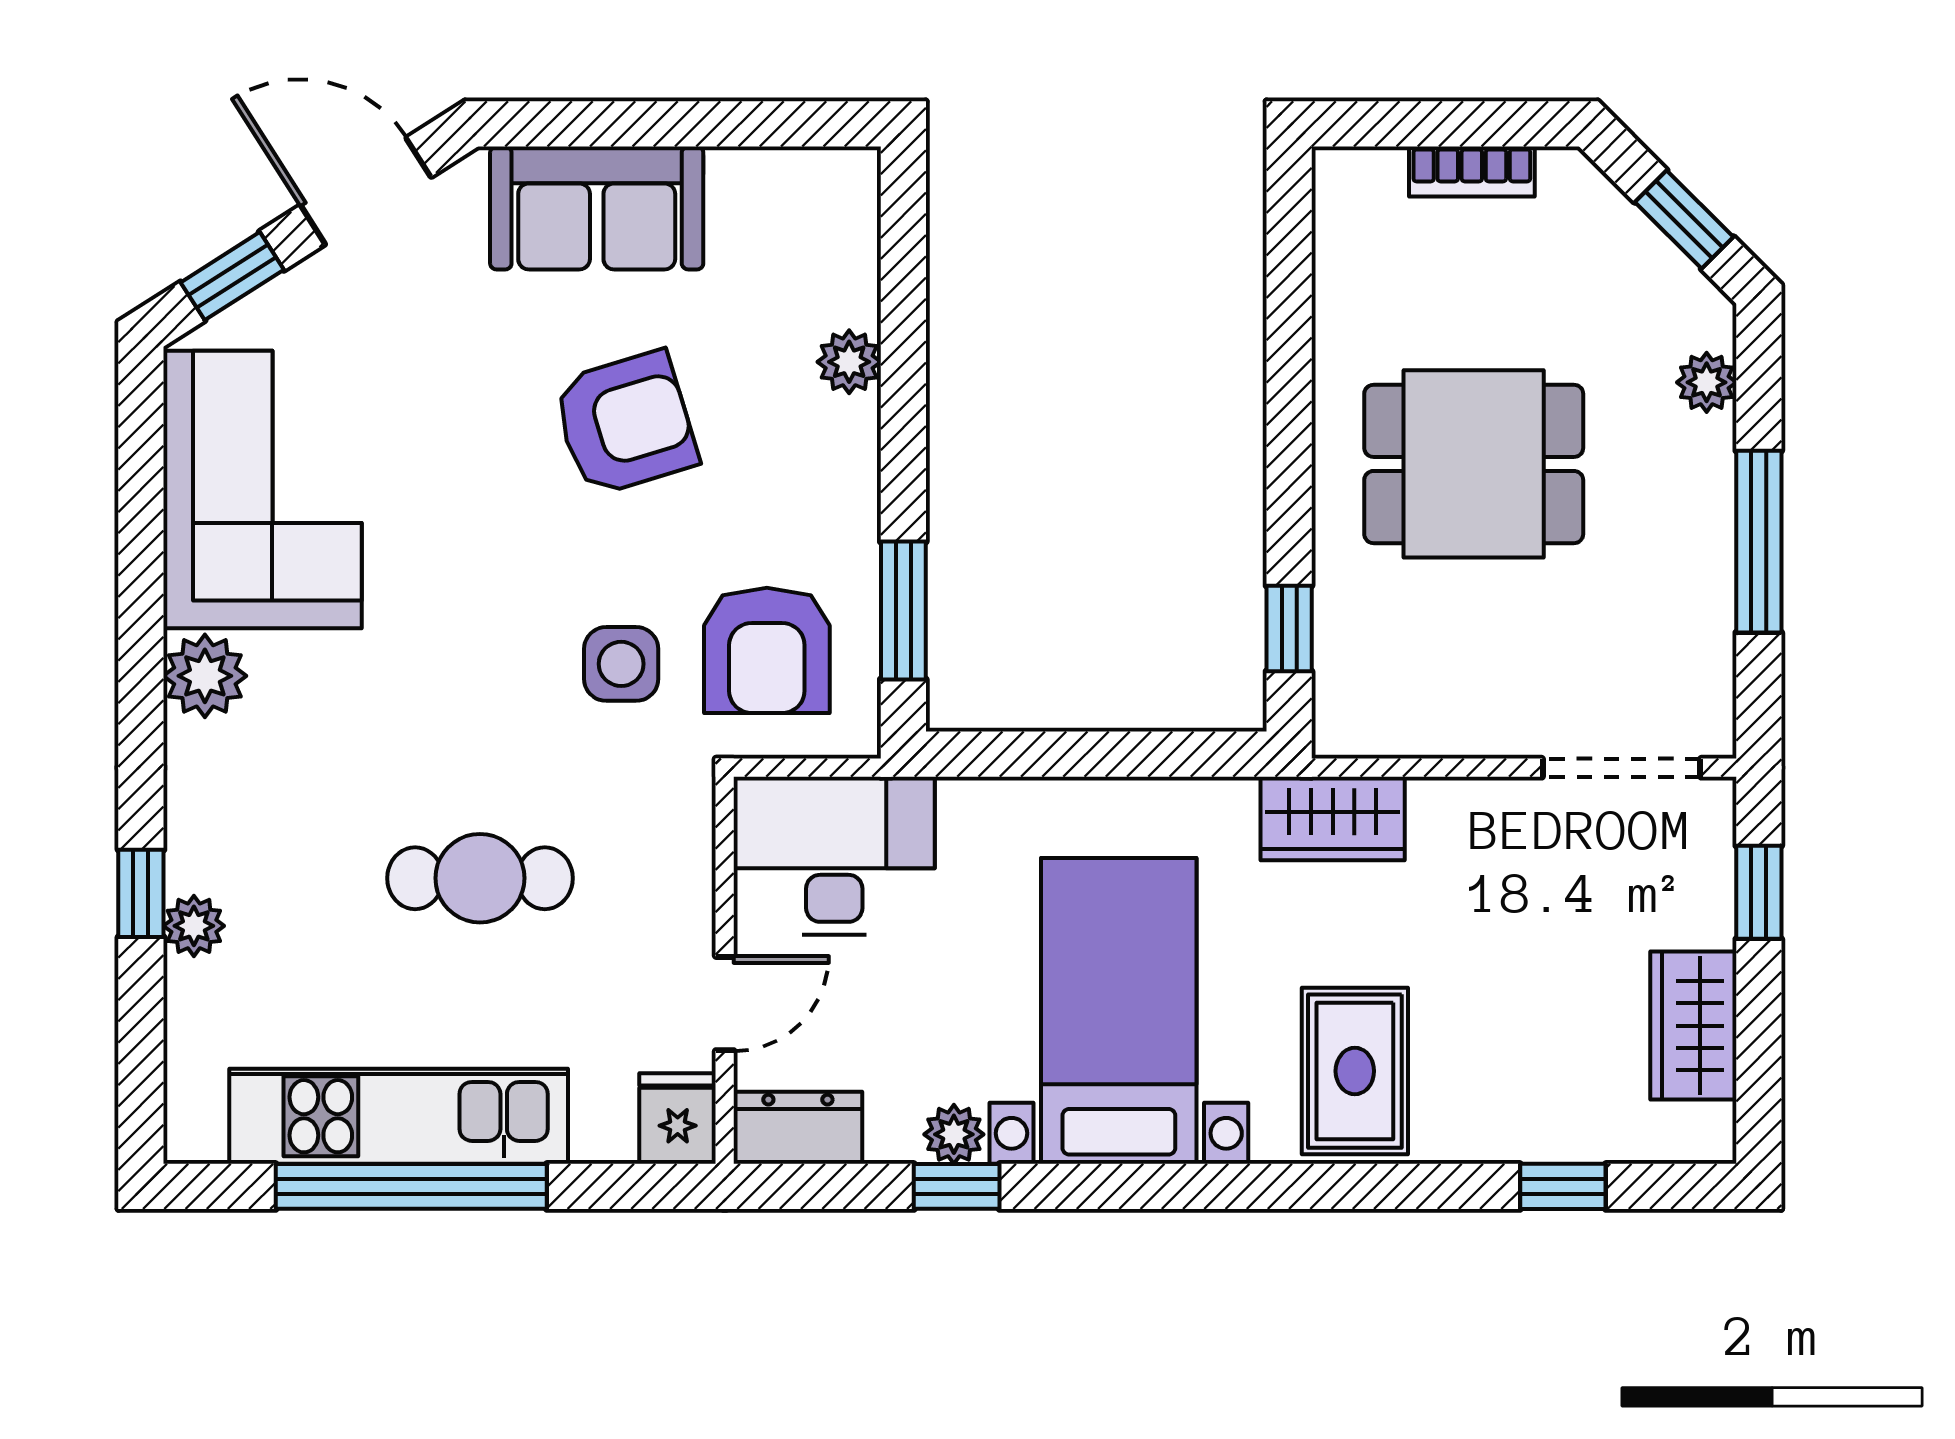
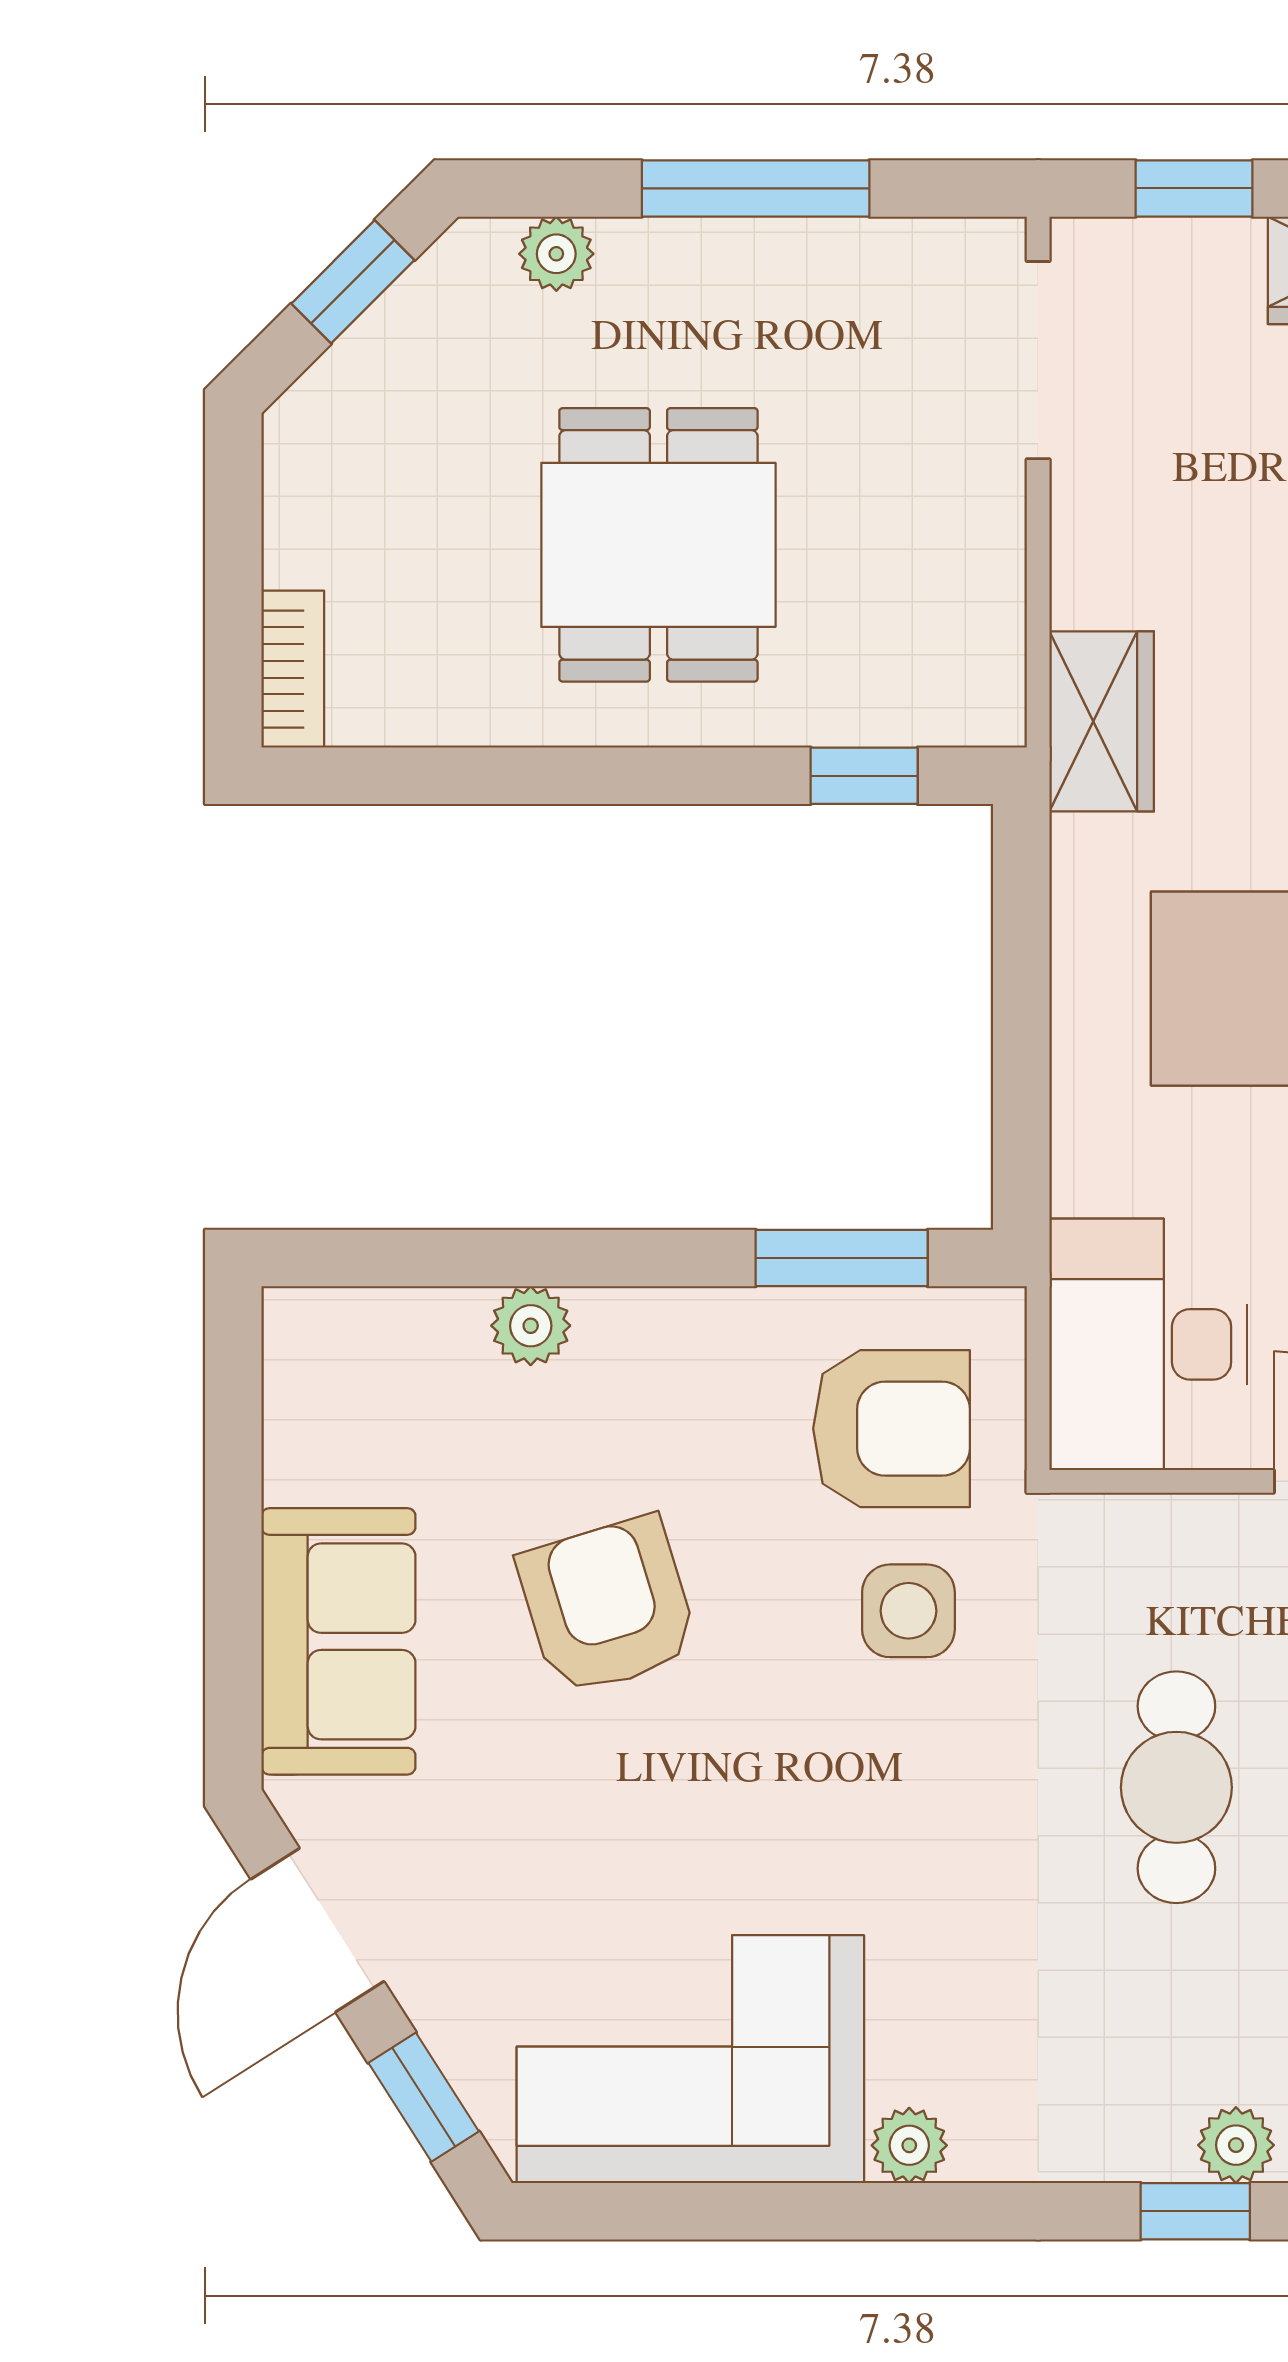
bookcase: (1472, 171) -> (293, 669), moved
plant: (205, 676) -> (909, 2145), width x0.73, depth x0.73

